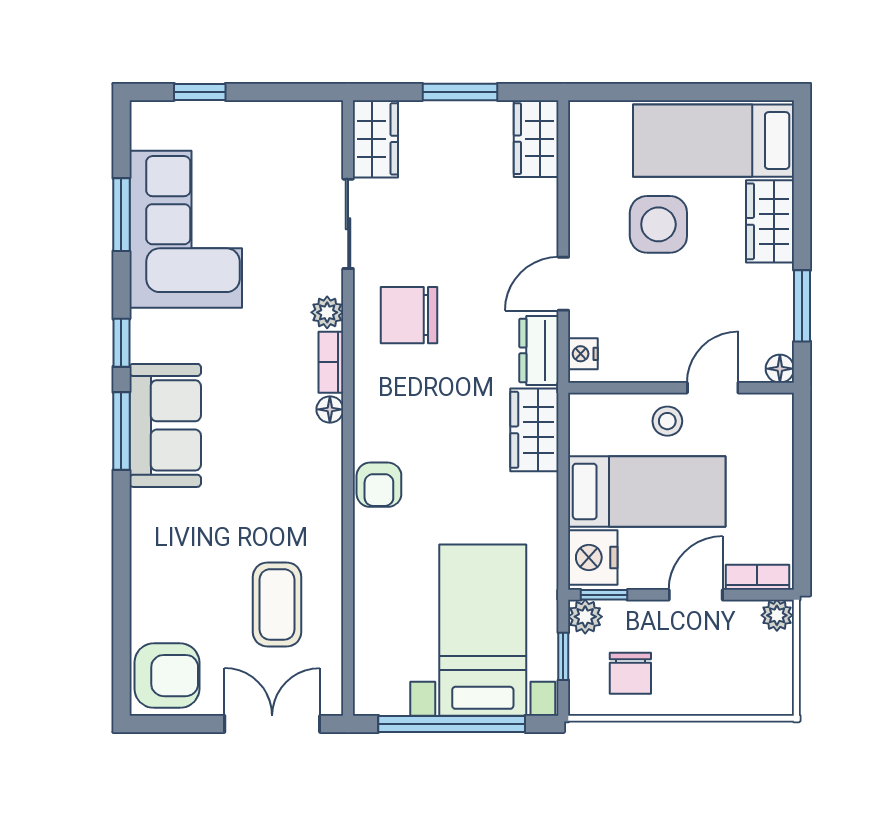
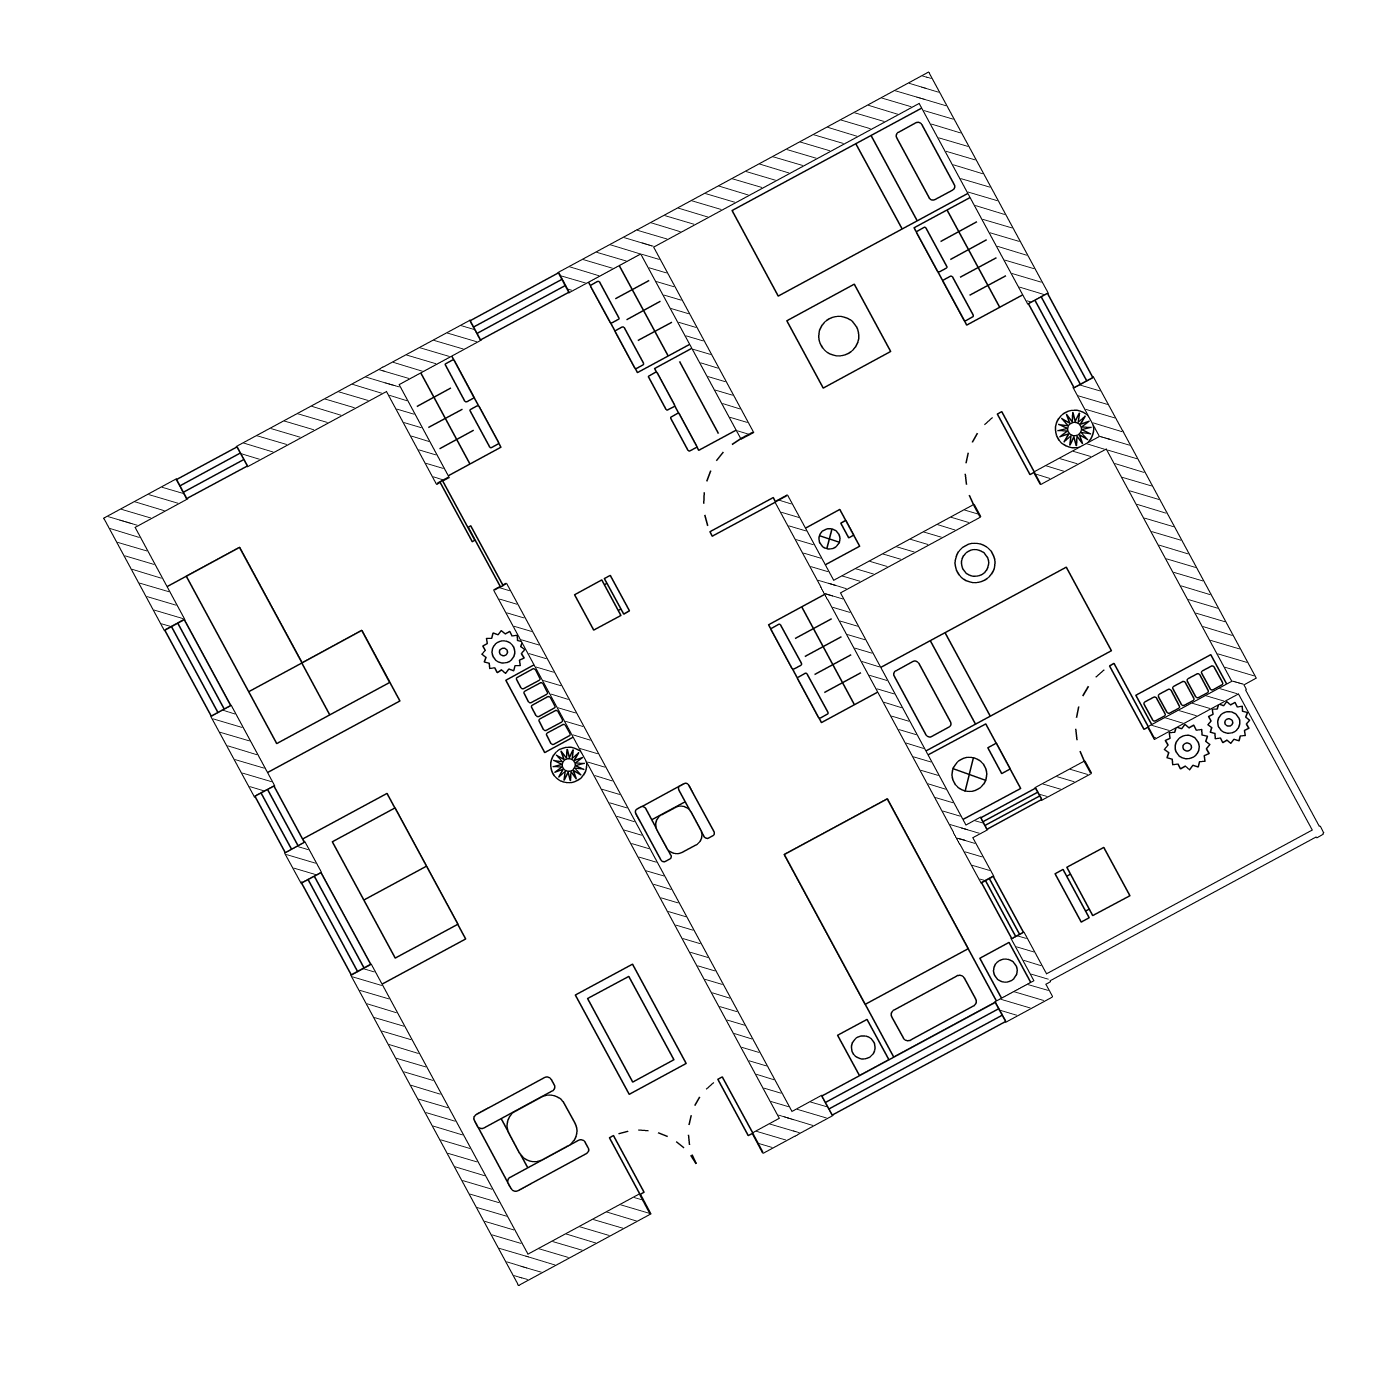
chair: (409, 315) -> (602, 603), width x0.54, depth x0.54
dresser: (539, 350) -> (692, 401), moved
plant: (585, 617) -> (1187, 747), moved
chair: (630, 673) -> (1092, 885), turned -90
armchair: (167, 676) -> (531, 1134), moved

